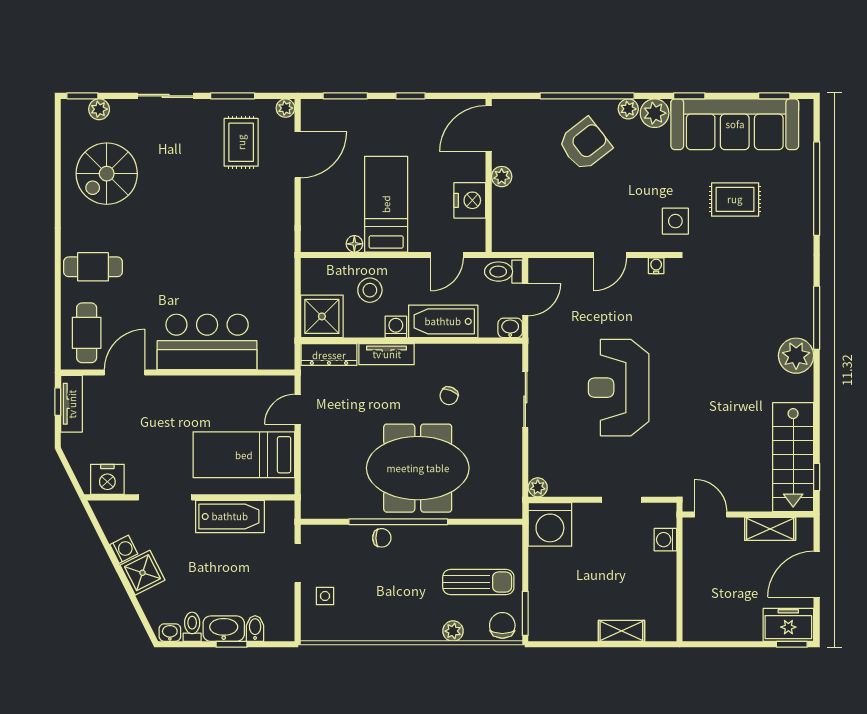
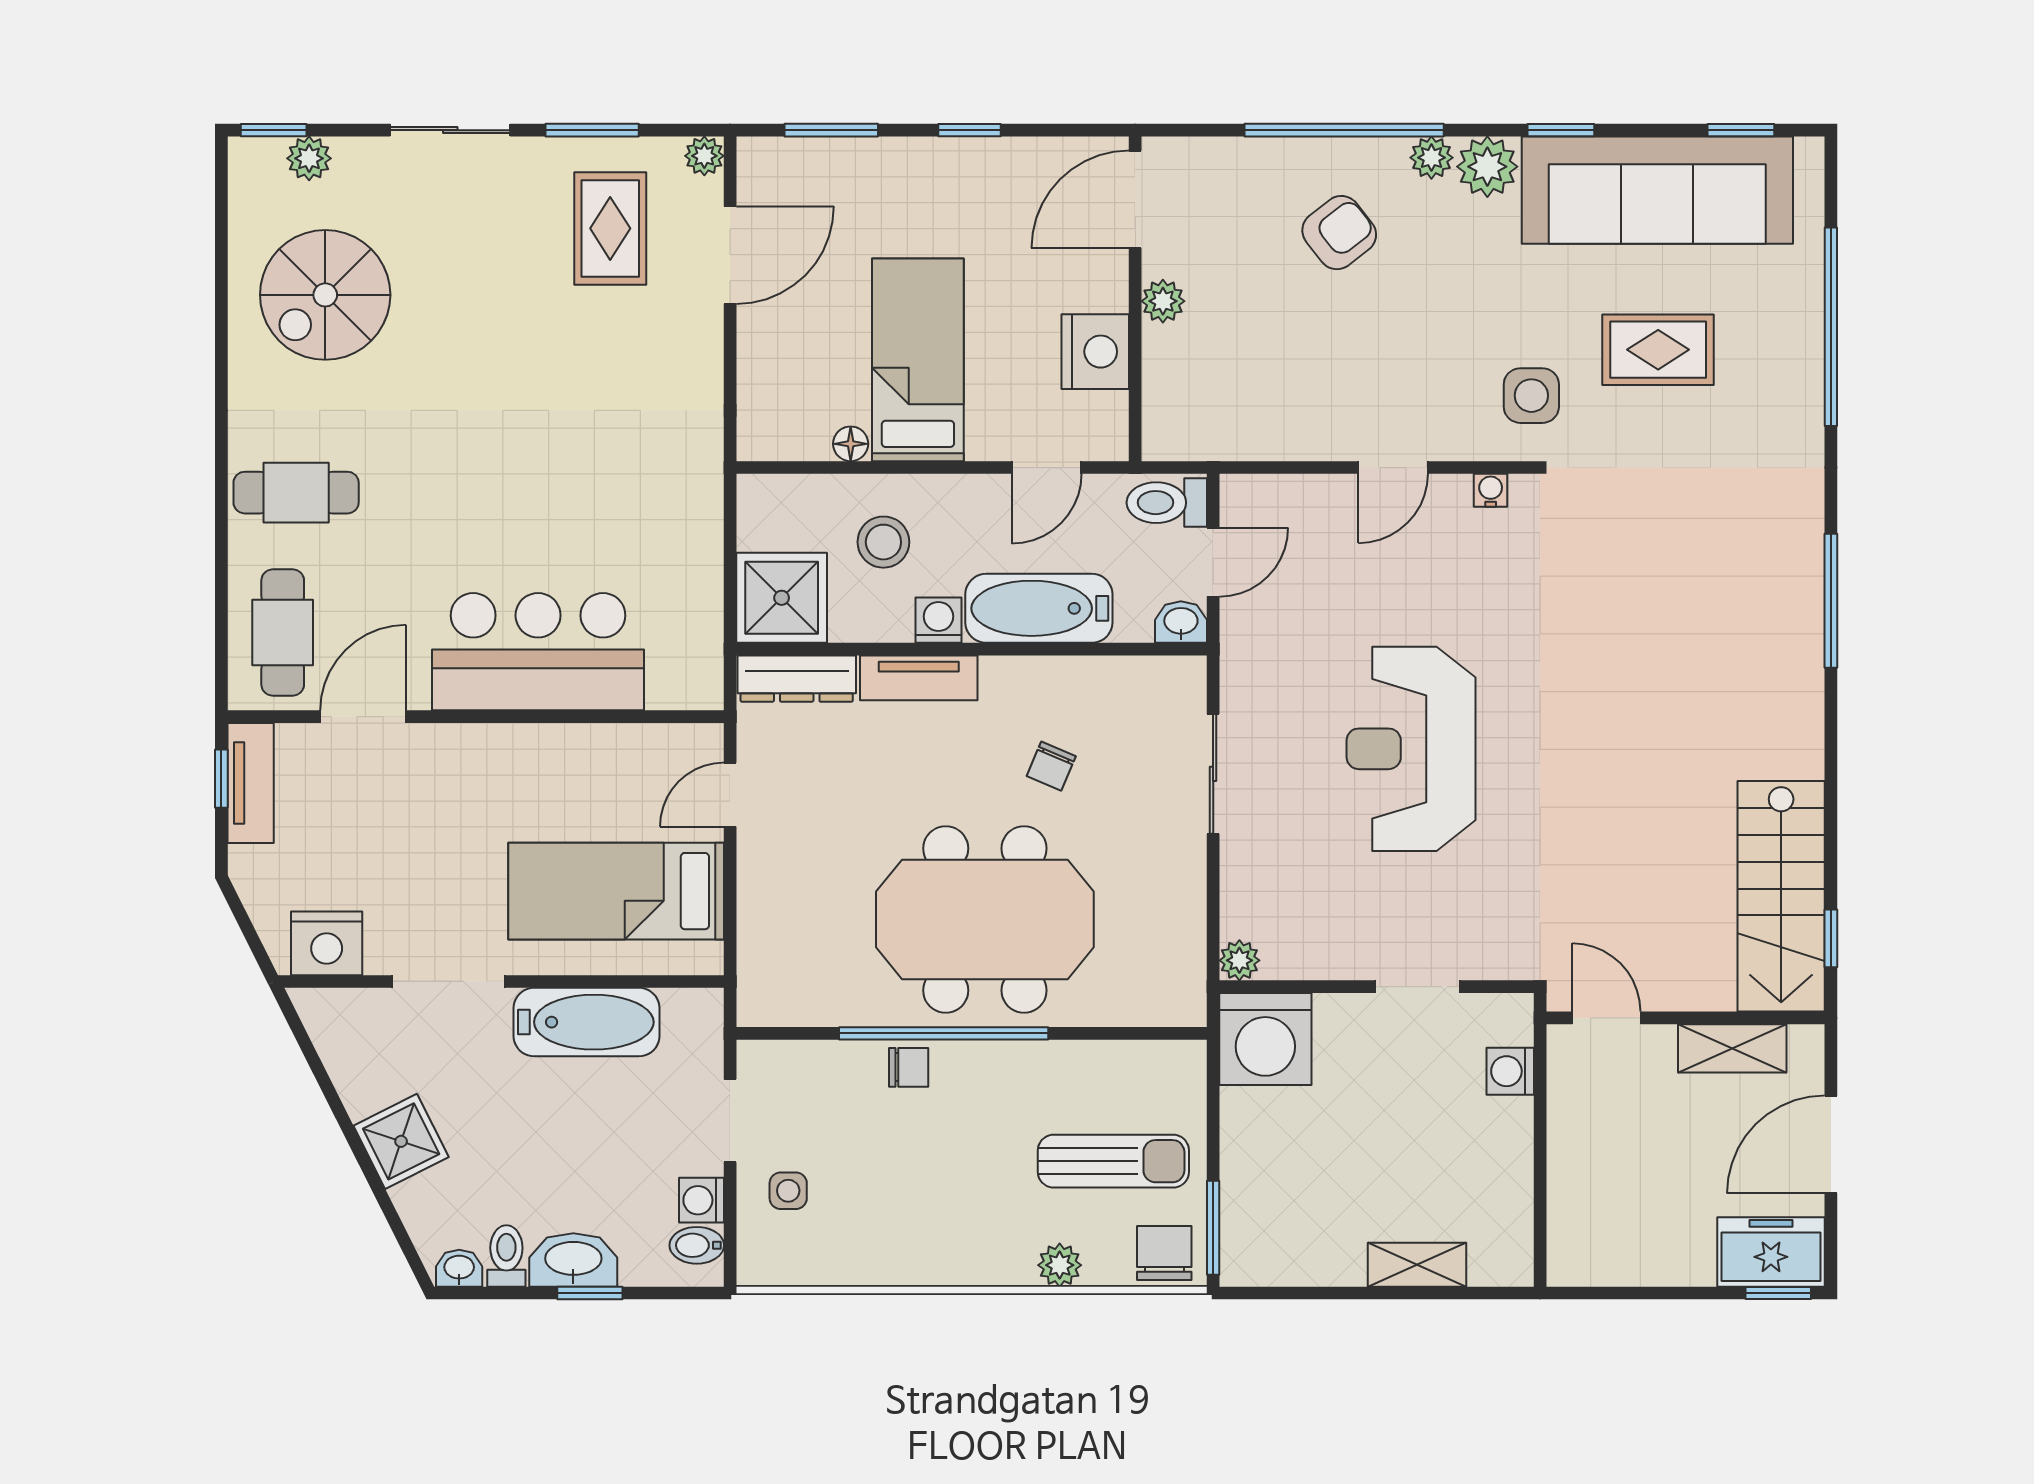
armchair: (585, 144) -> (1339, 233), width x0.72, depth x0.72
plant: (796, 356) -> (1787, 681), removed
washing machine: (124, 549) -> (701, 1200), moved, turned -153
bidet: (255, 628) -> (697, 1245), moved, turned -90

